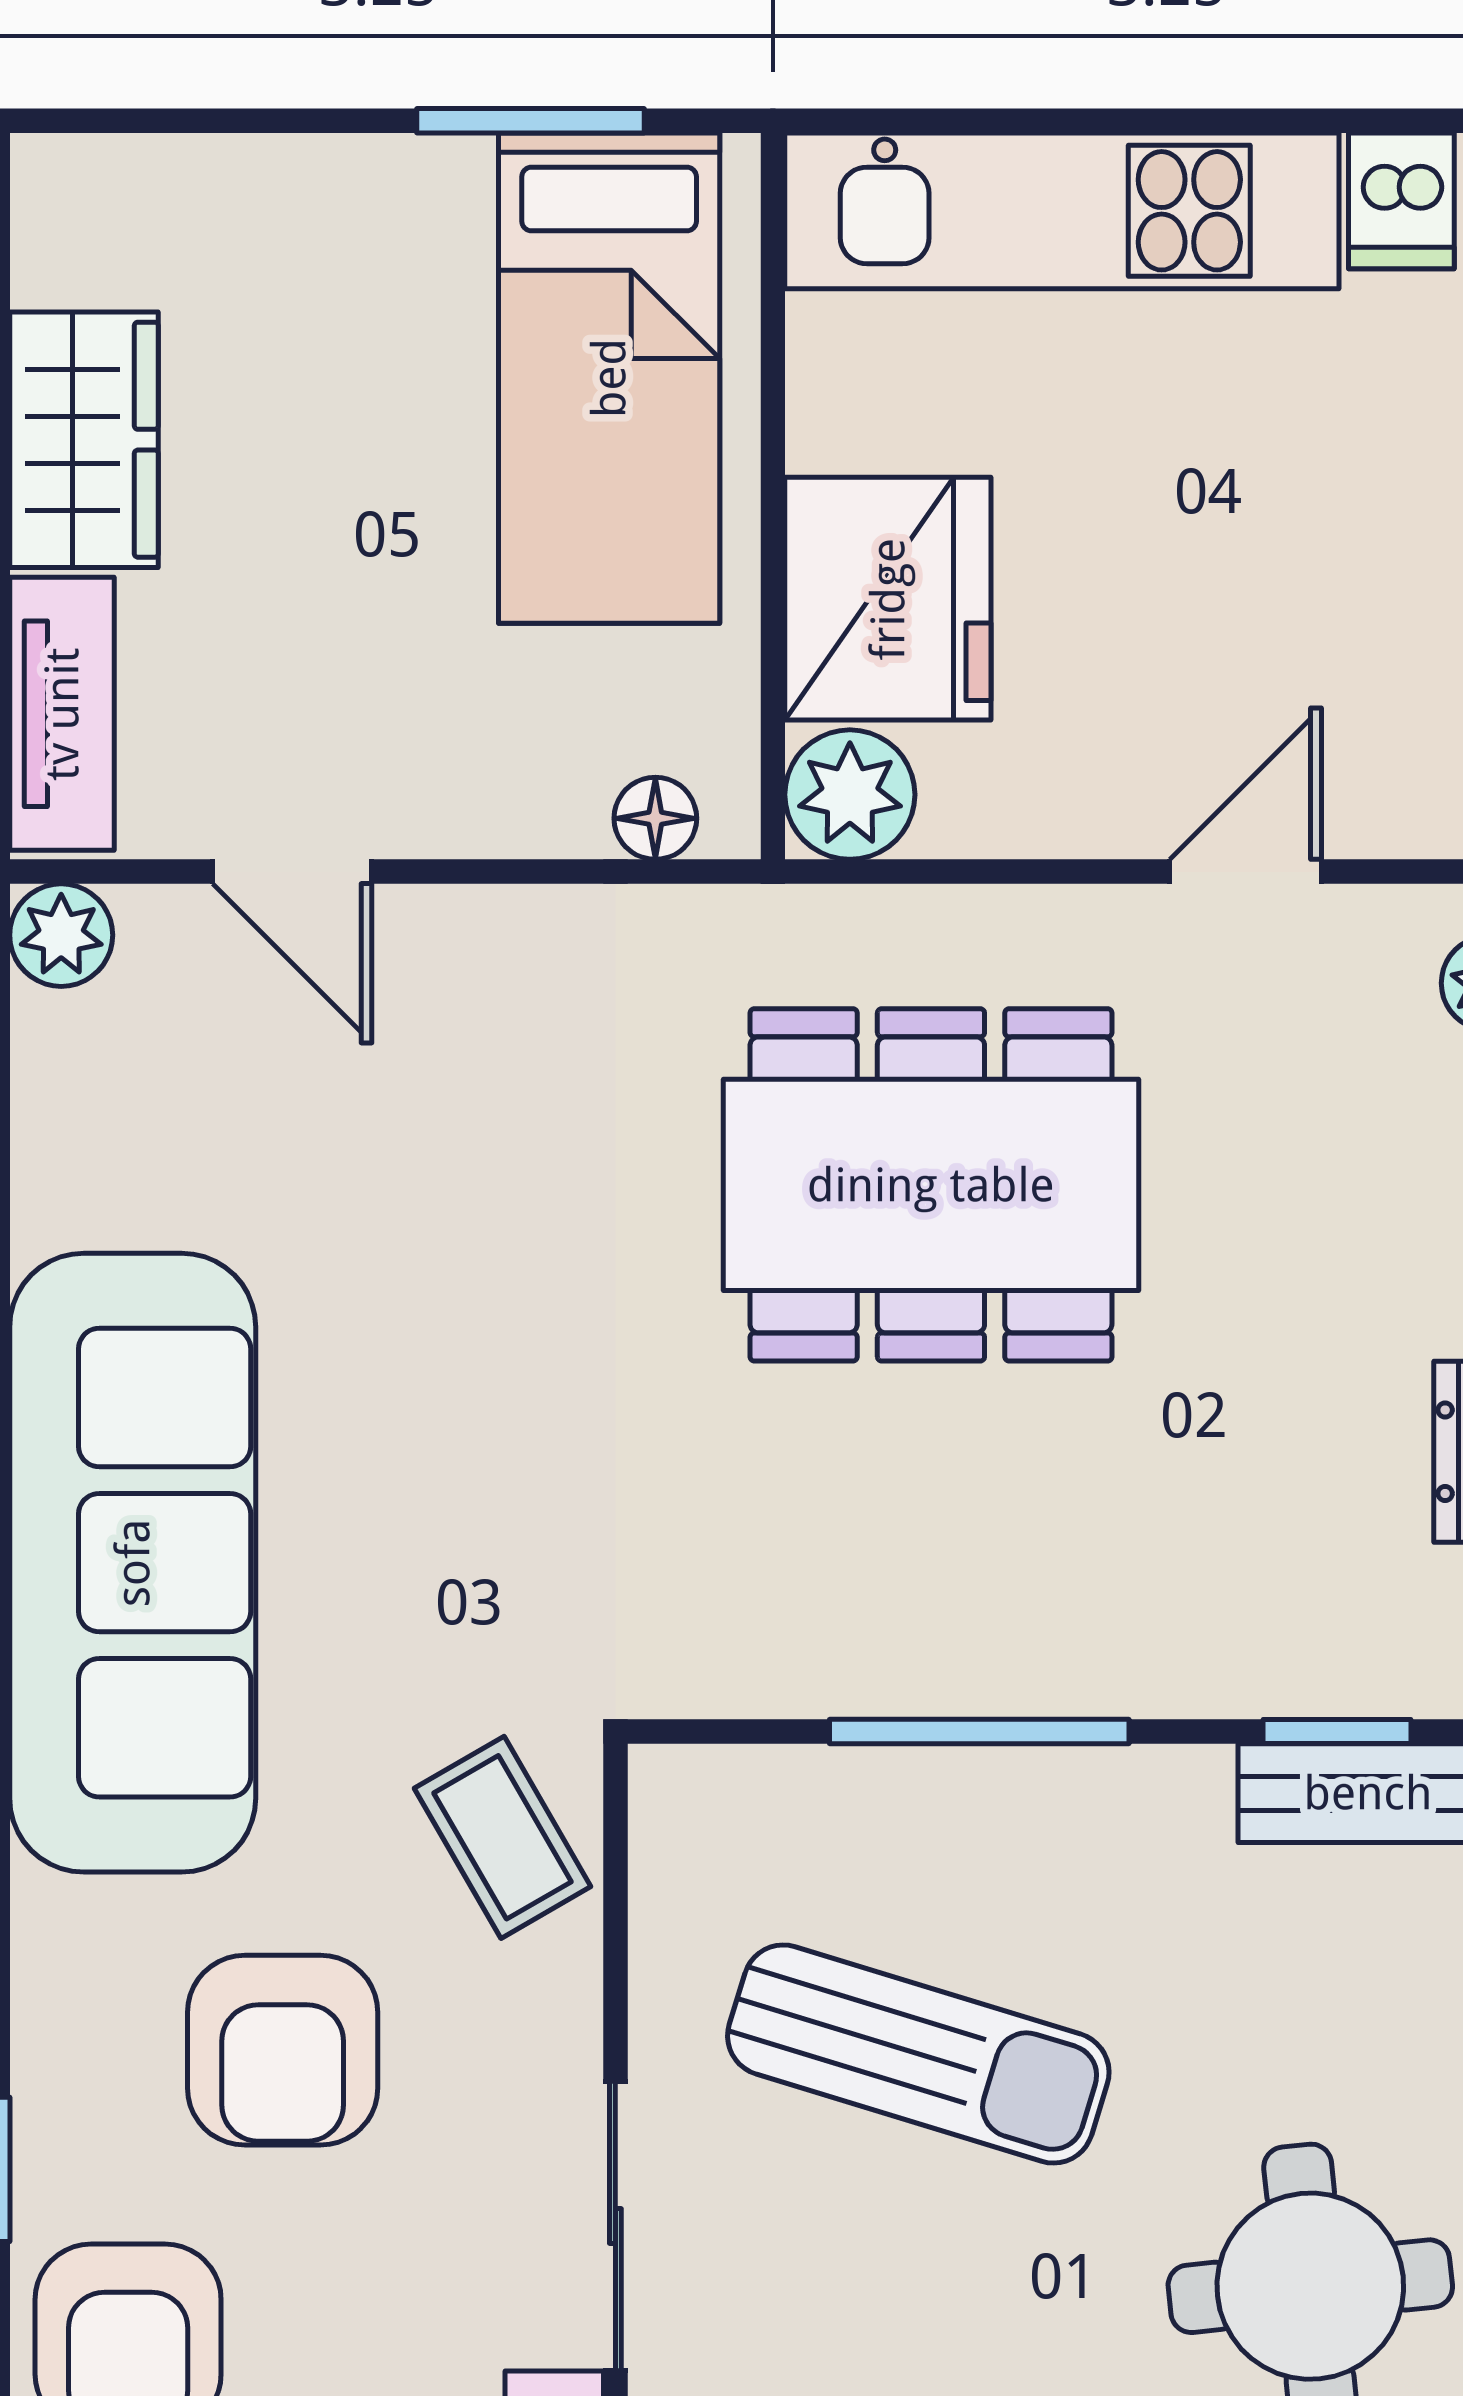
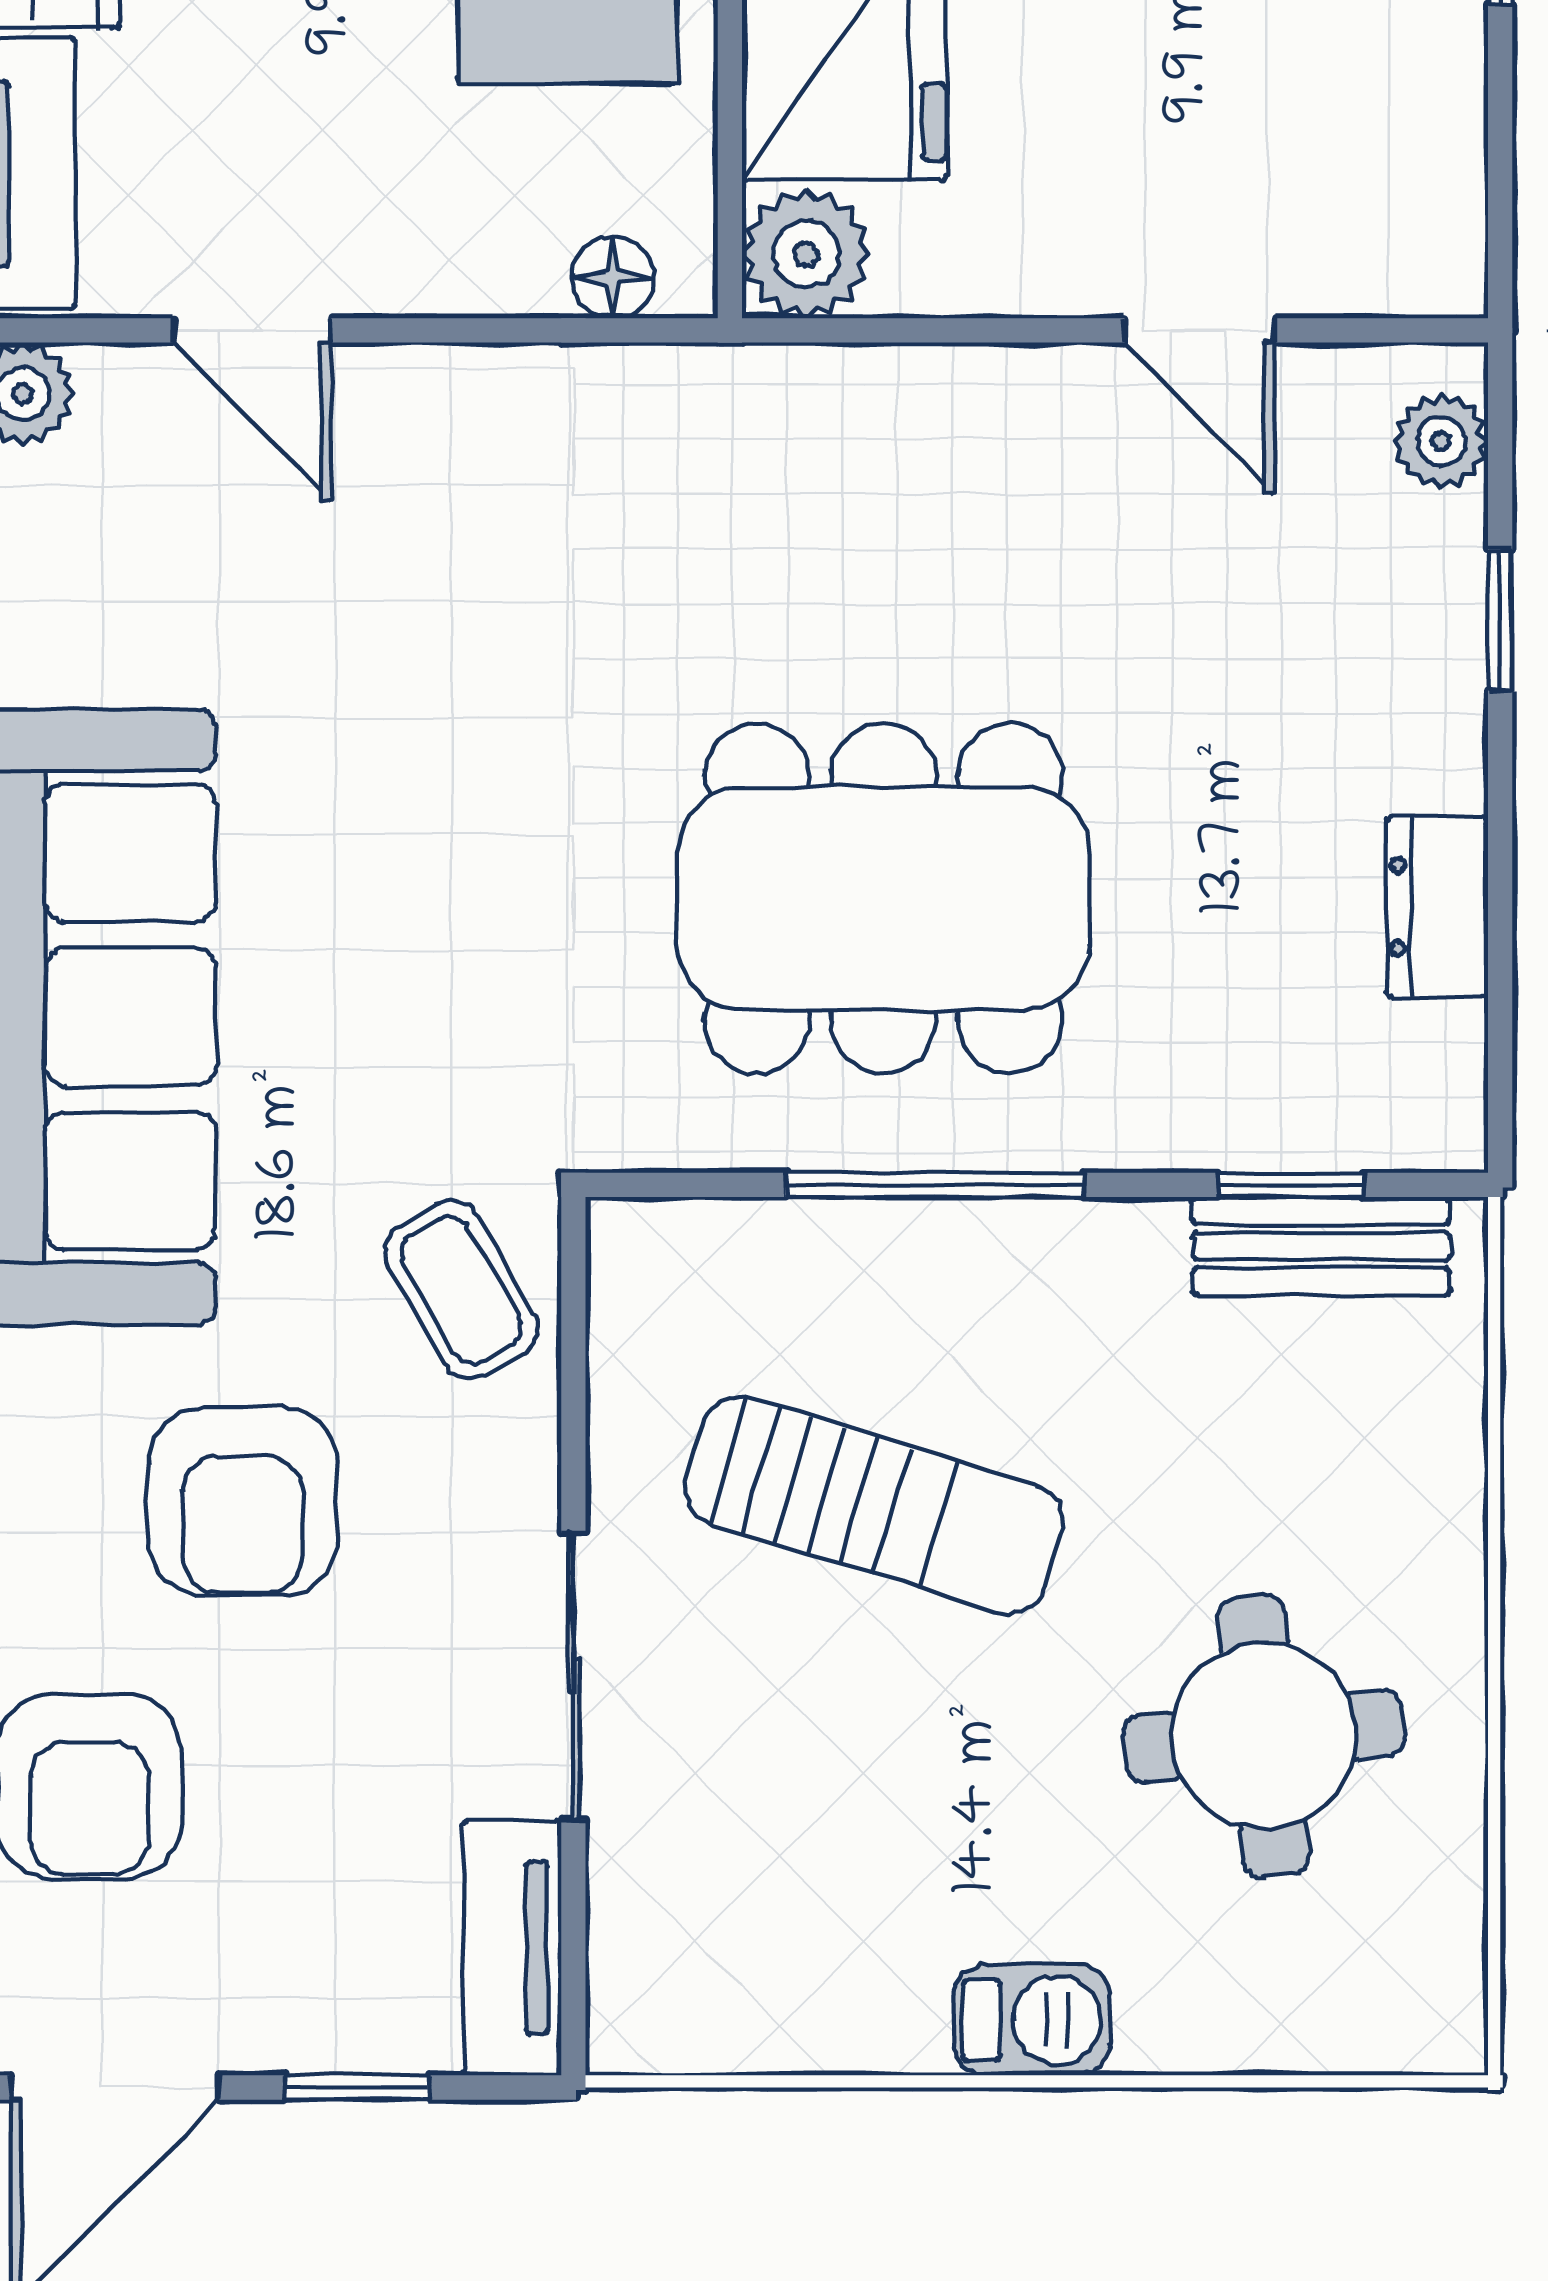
door: (1246, 872) -> (1200, 330), swing flipped
dining table: (931, 1185) -> (884, 899), moved

